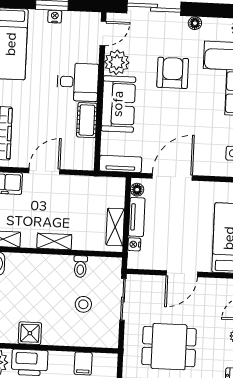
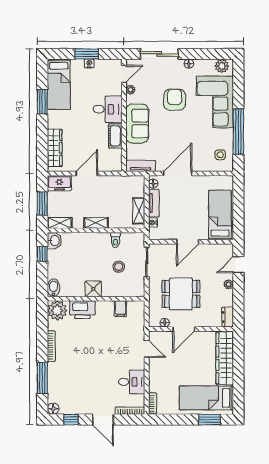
plant: (117, 62) -> (130, 90), width x0.53, depth x0.53
shower: (30, 333) -> (93, 289), moved

